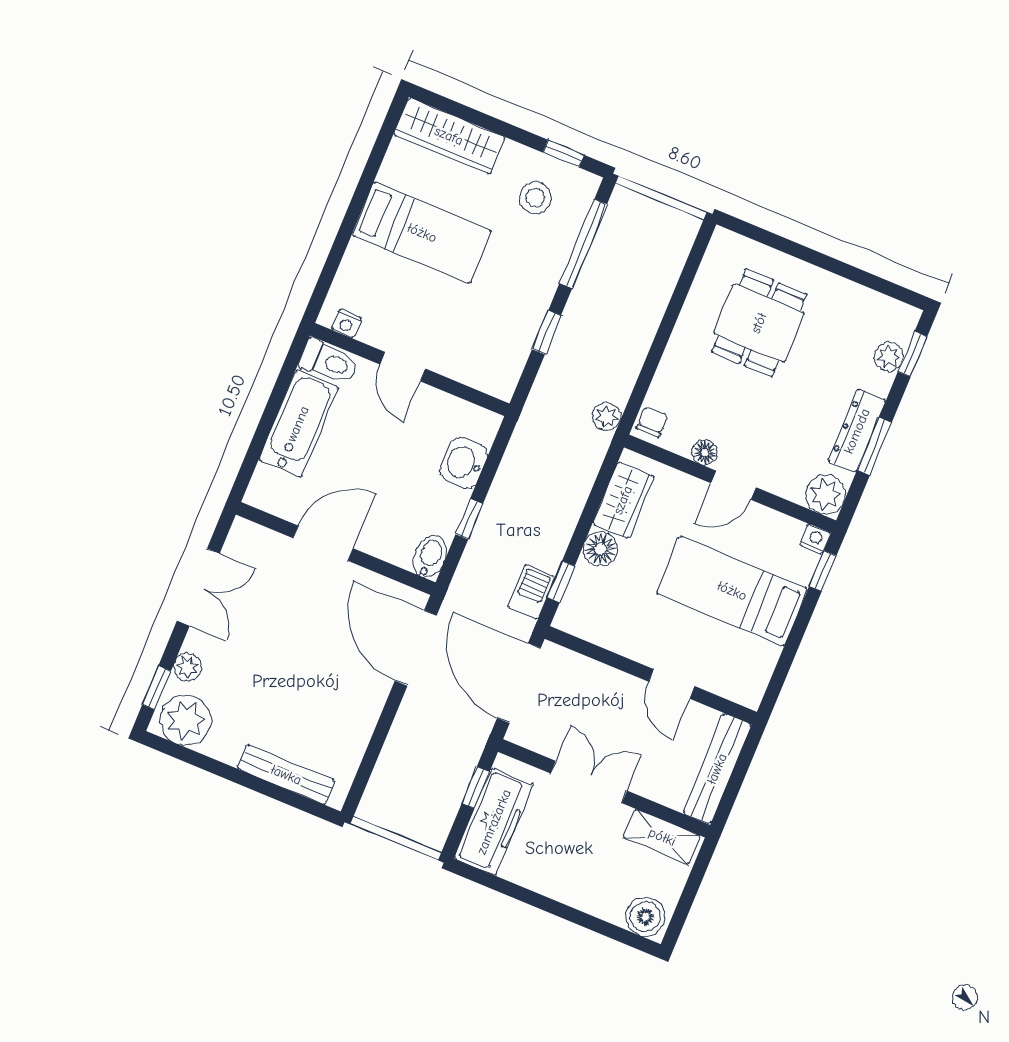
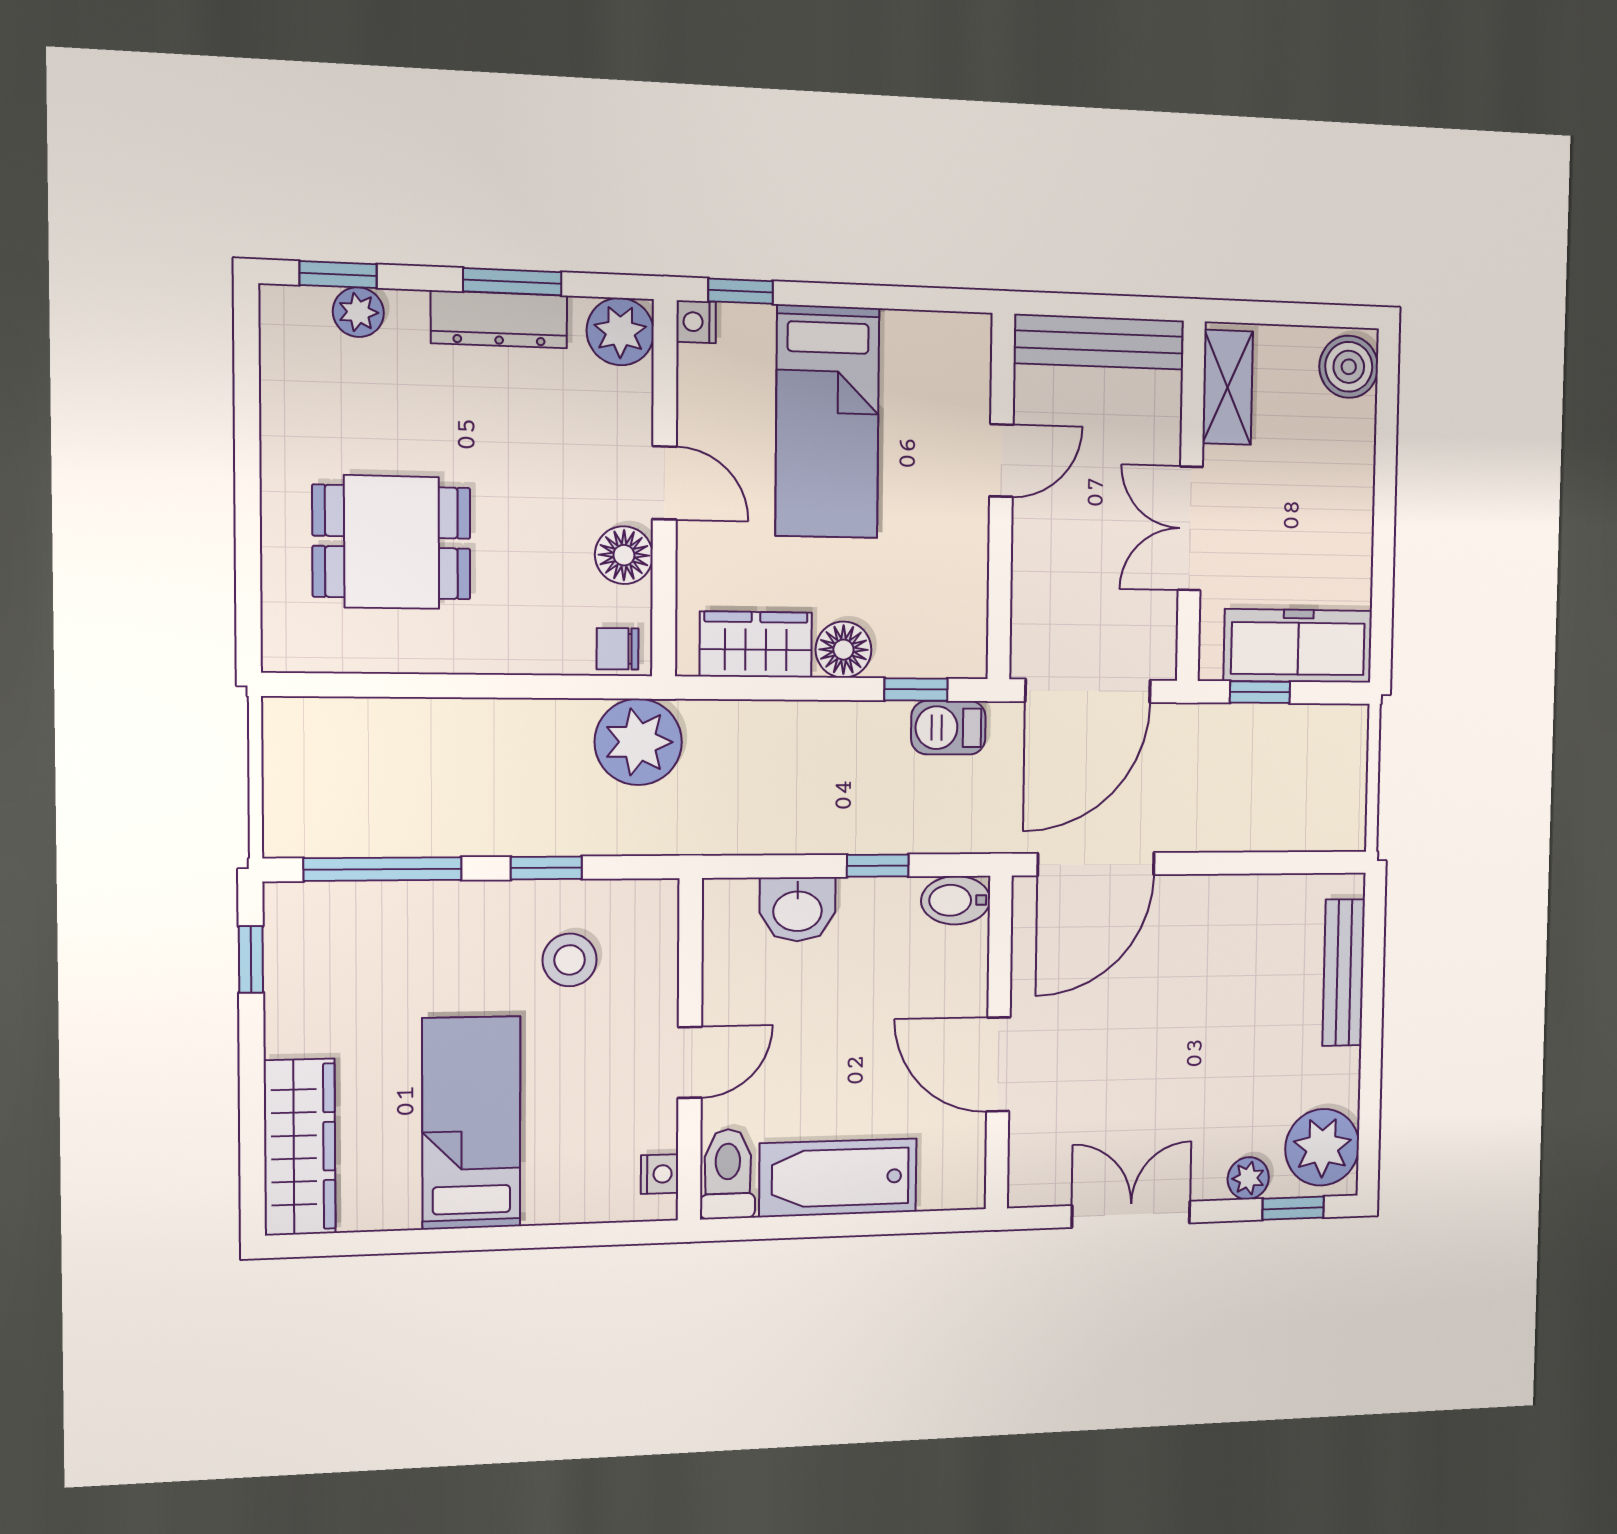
stool: (535, 198) -> (570, 960), moved
plant: (607, 416) -> (638, 742), width x1.88, depth x1.88
floor lamp: (705, 452) -> (624, 555), width x1.37, depth x1.37

